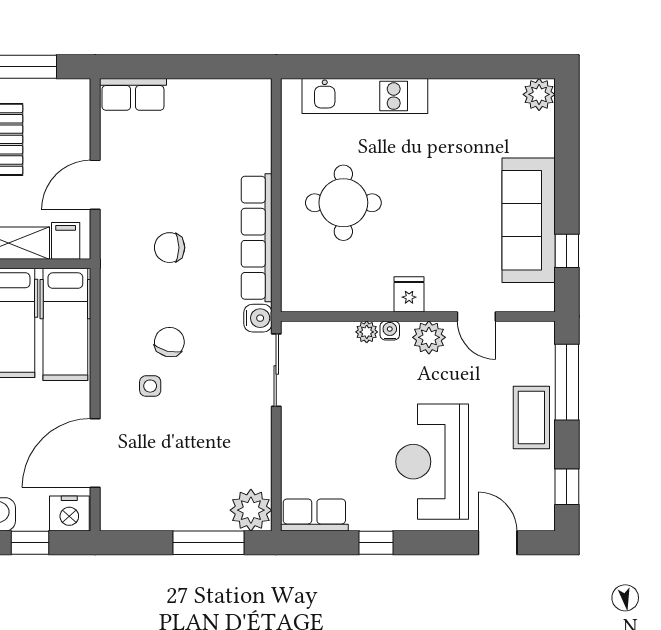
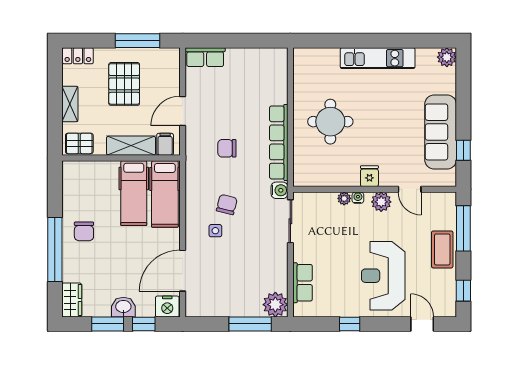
kitchen unit: (365, 96) -> (378, 58), moved
row of seats: (314, 515) -> (303, 283), moved, turned 90

